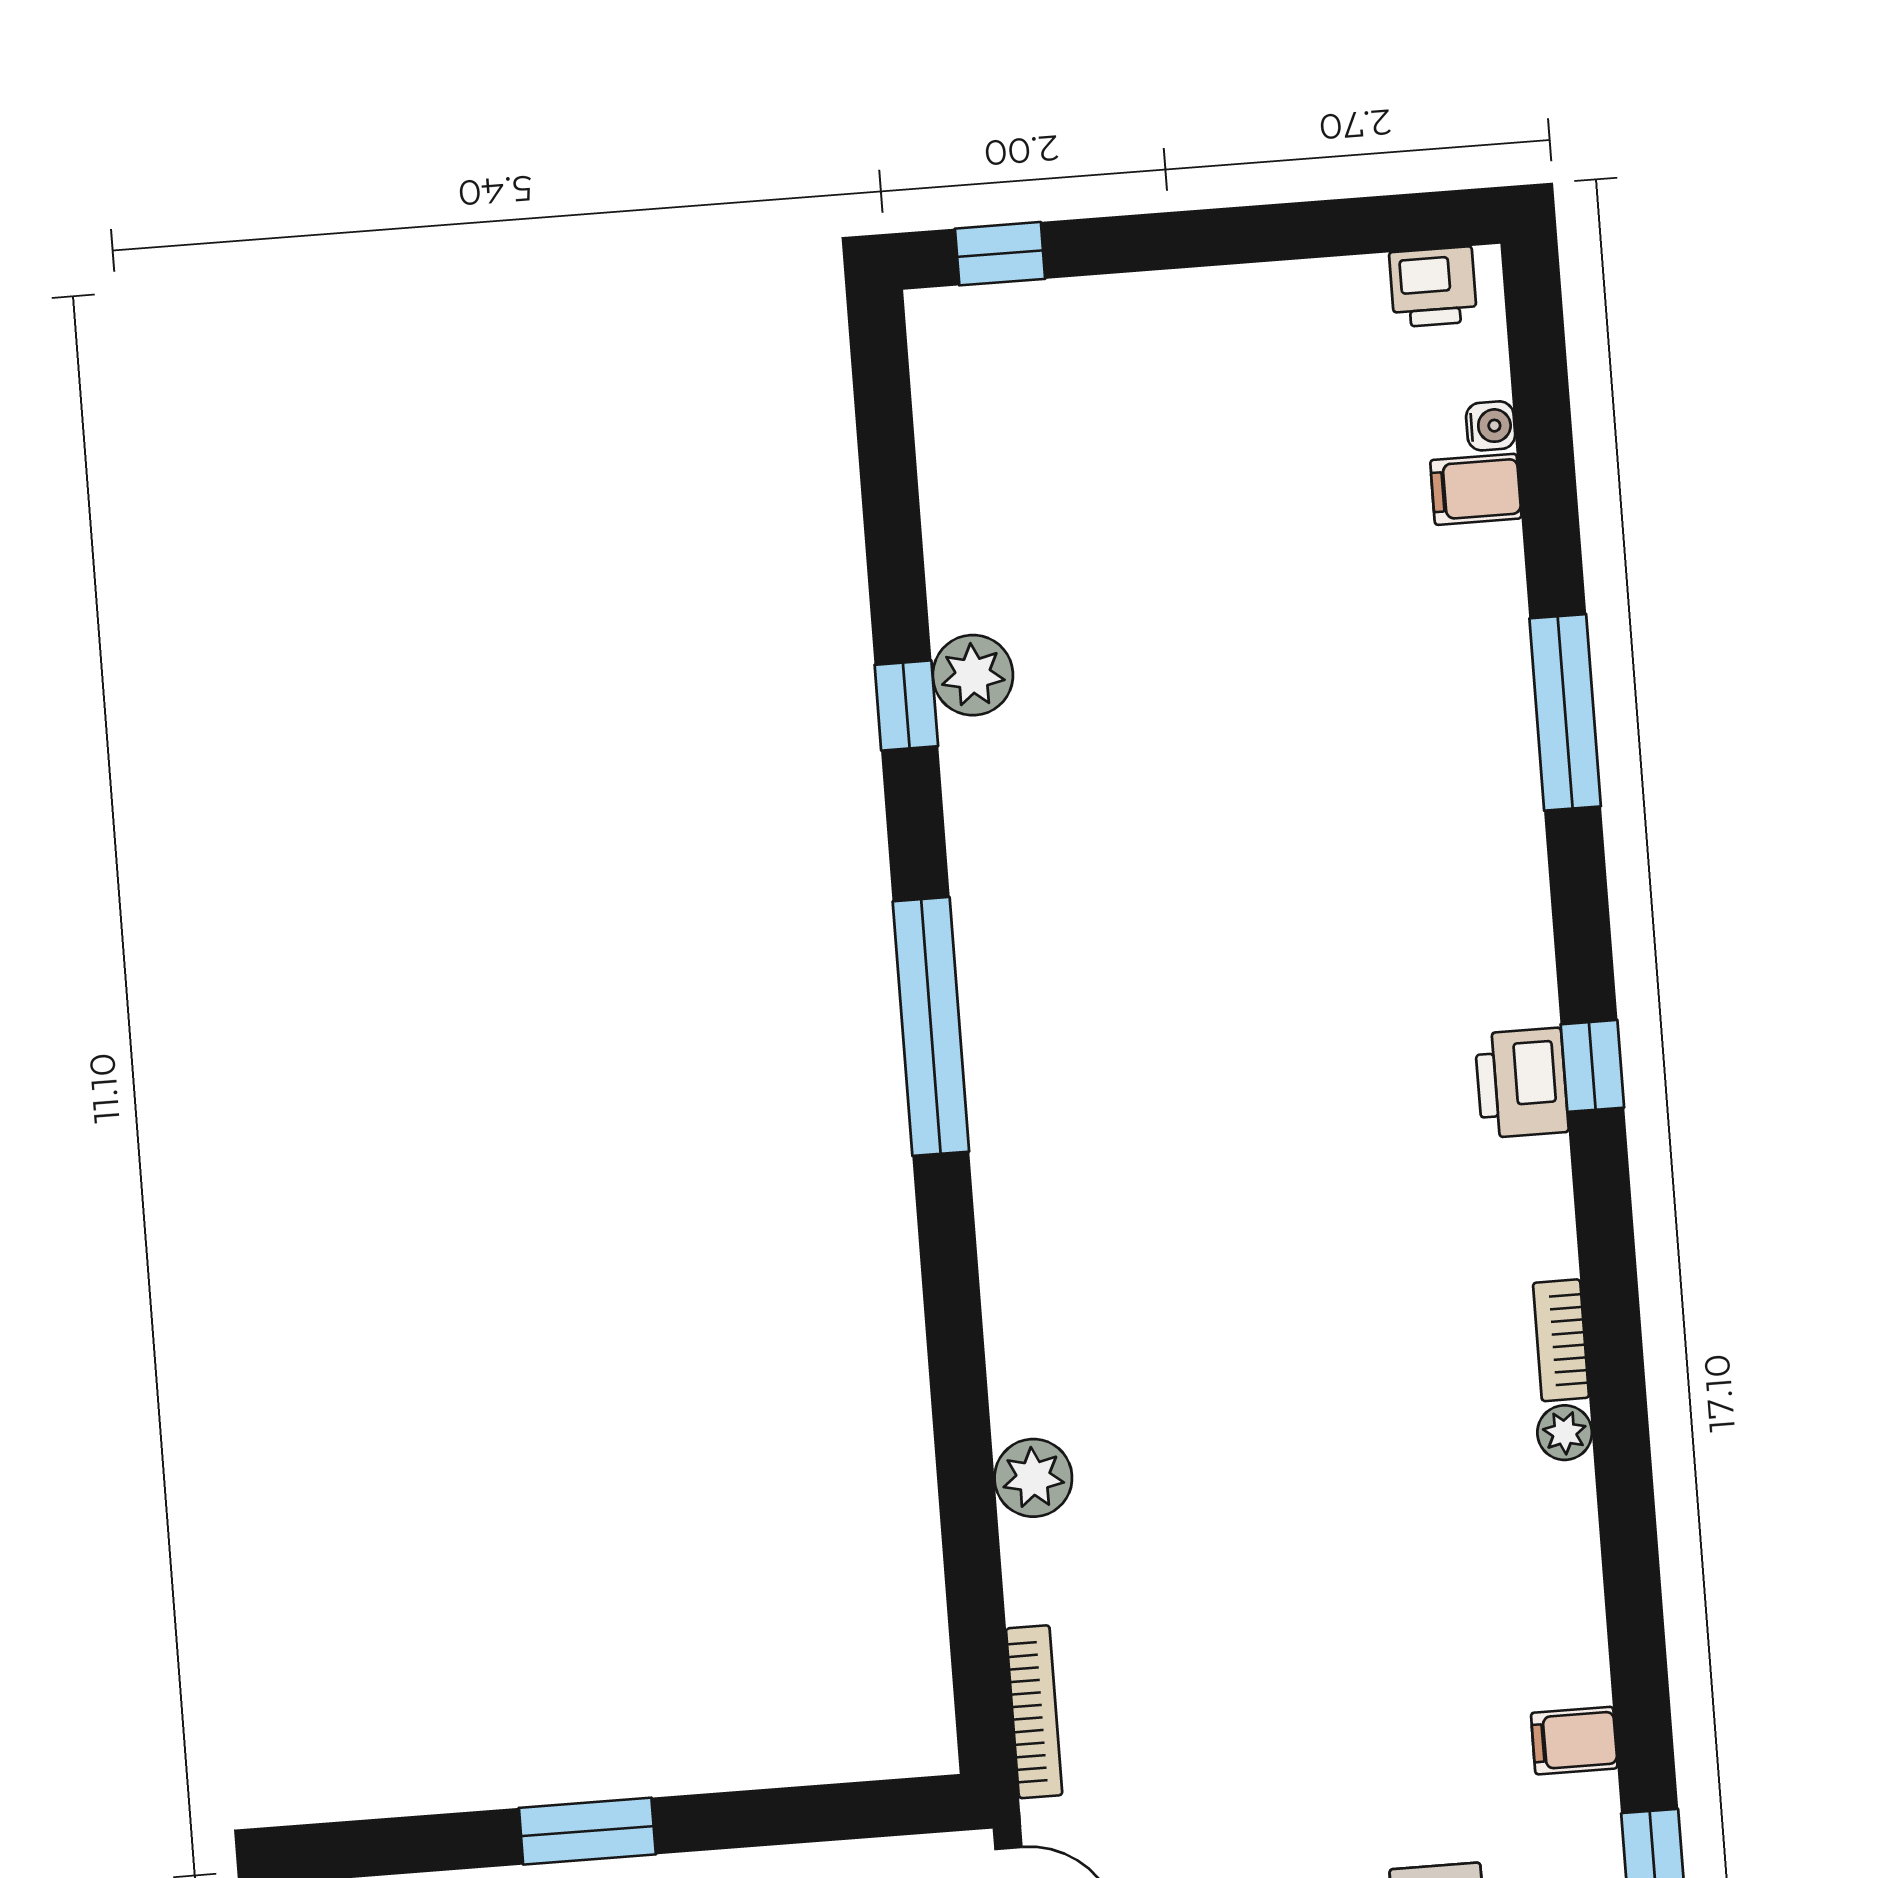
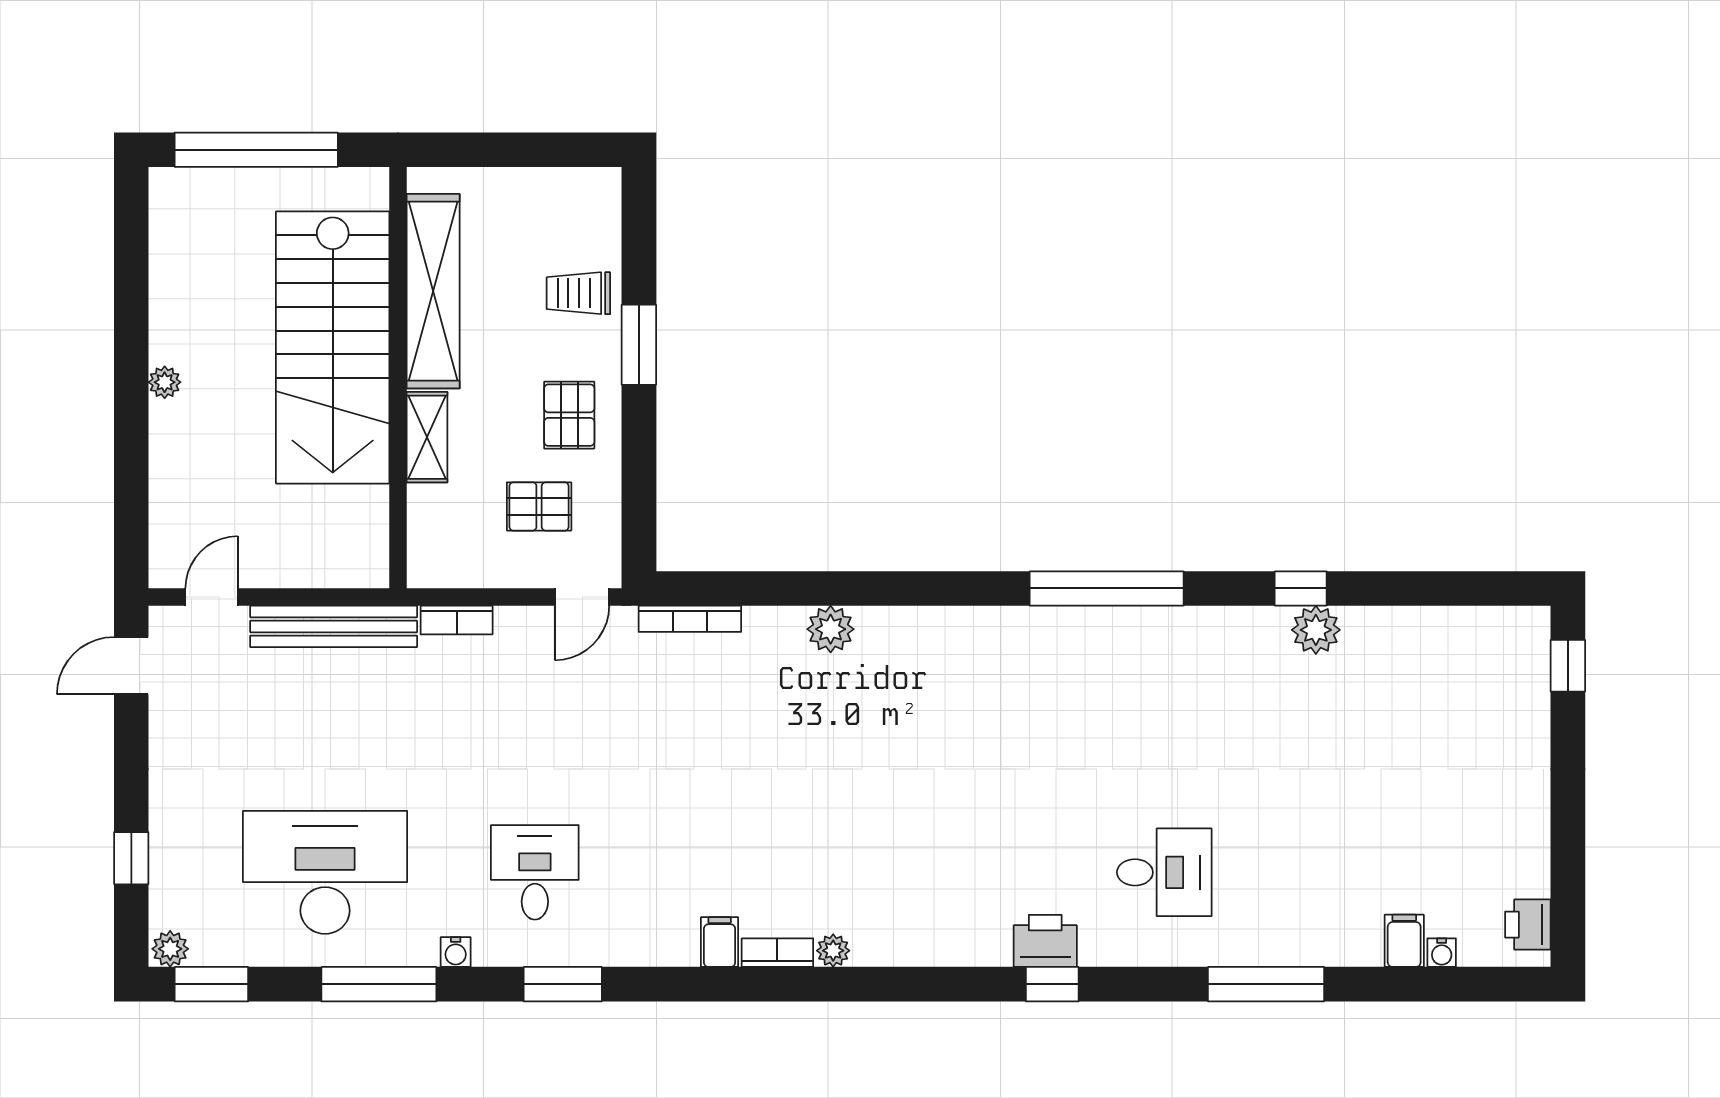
desk: (1393, 895) -> (1164, 872), added
bookcase: (1561, 1340) -> (777, 953), moved
filing cabinet: (1574, 1741) -> (720, 942), moved

